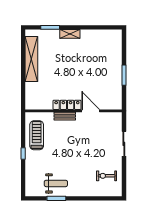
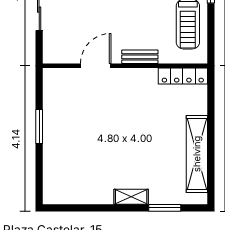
locker: (67, 105) -> (183, 76), moved
door: (91, 111) -> (96, 66), swing flipped

